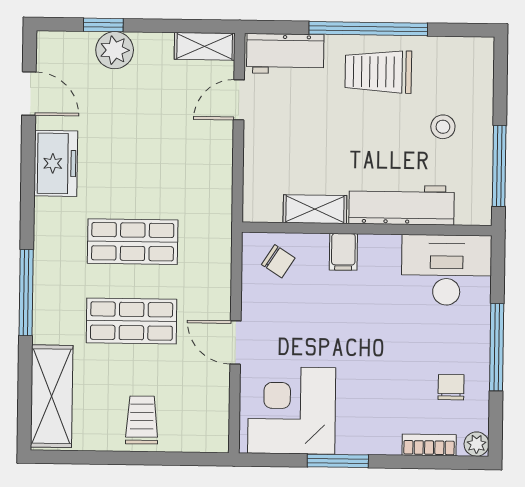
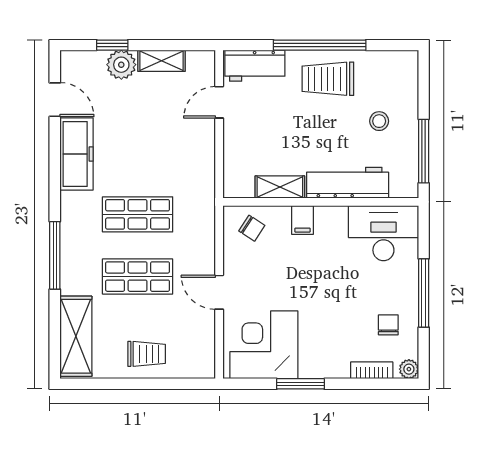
shelving: (205, 46) -> (162, 61), moved
freezer: (56, 163) -> (76, 154), width x1.40
trolley: (142, 420) -> (147, 354), turned 90

